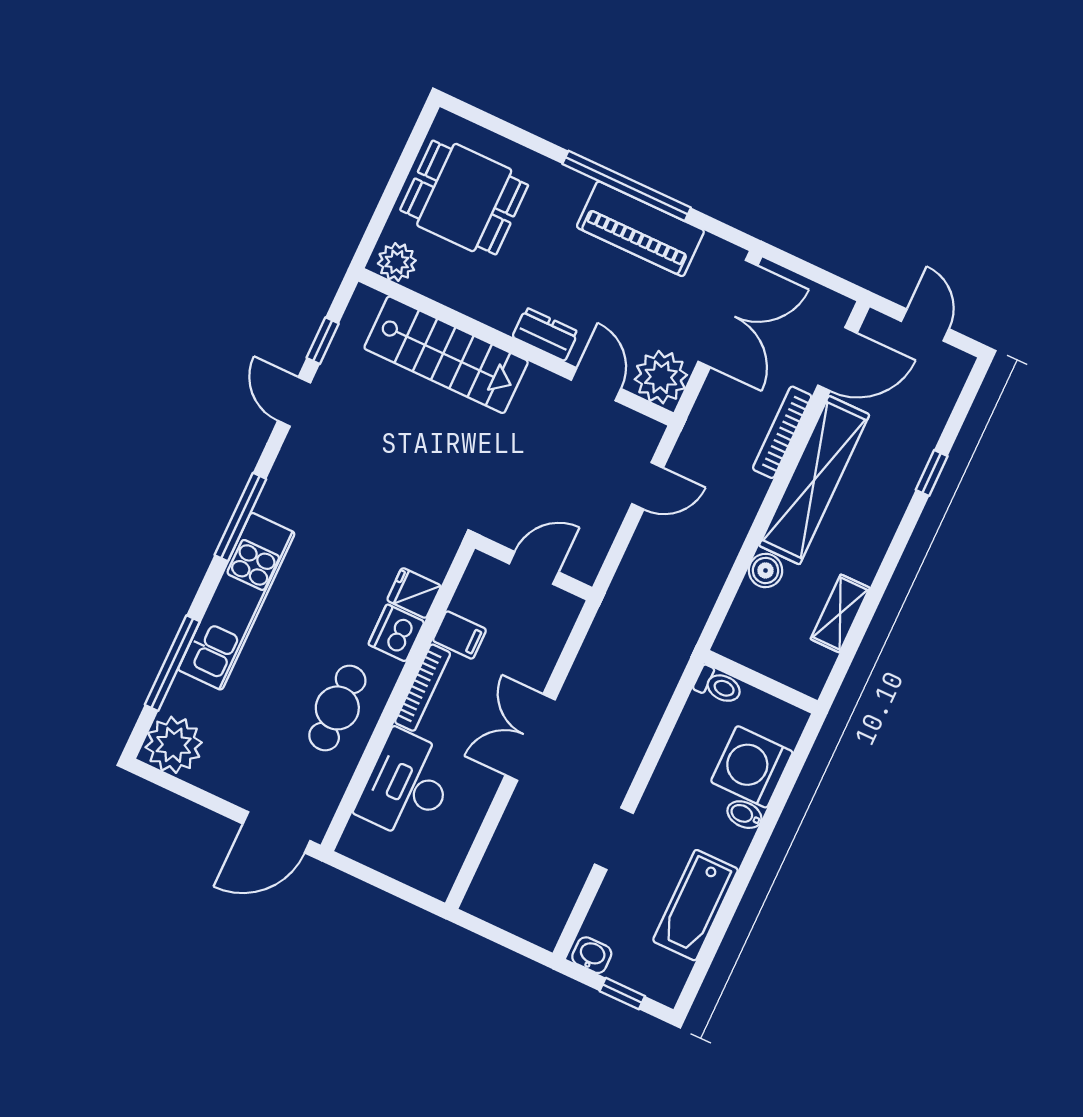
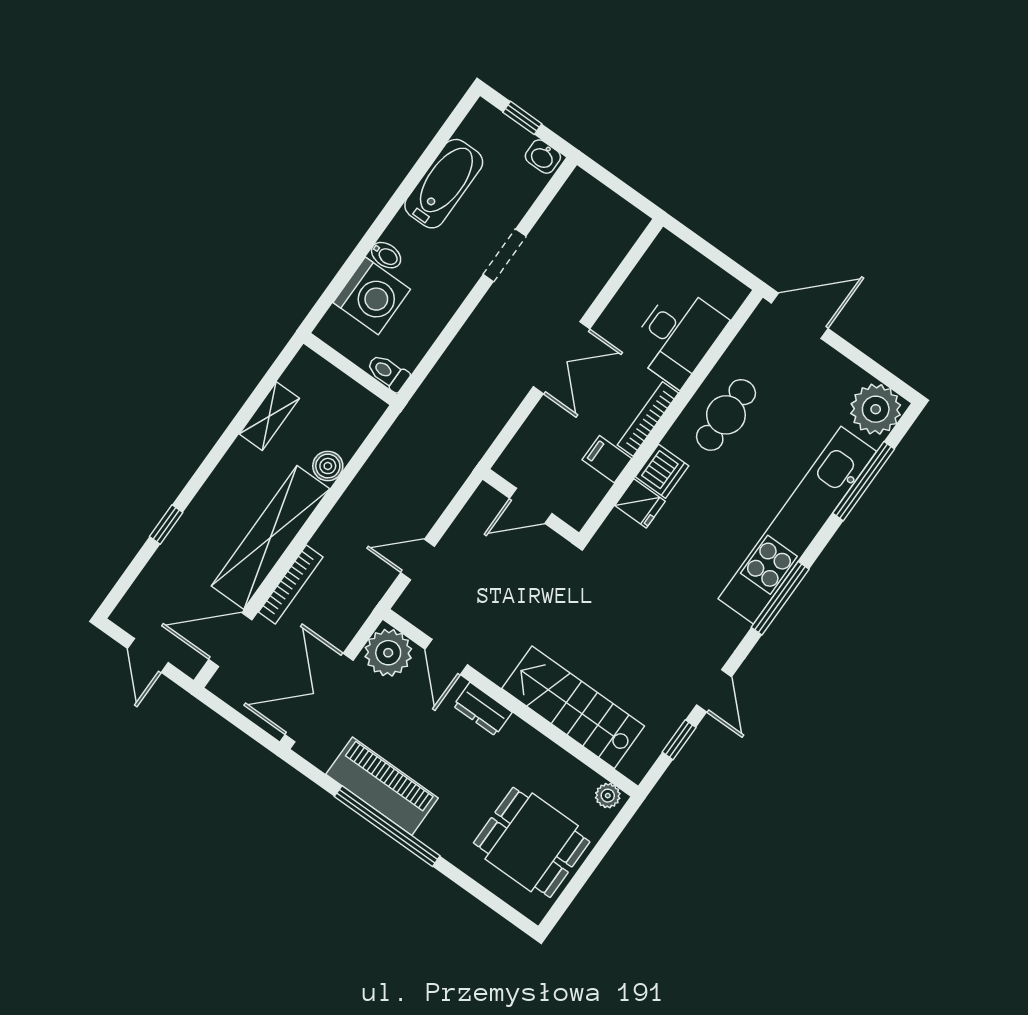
plant: (397, 262) -> (608, 796), width x0.73, depth x0.73
kitchen unit: (236, 601) -> (797, 525), width x1.36

